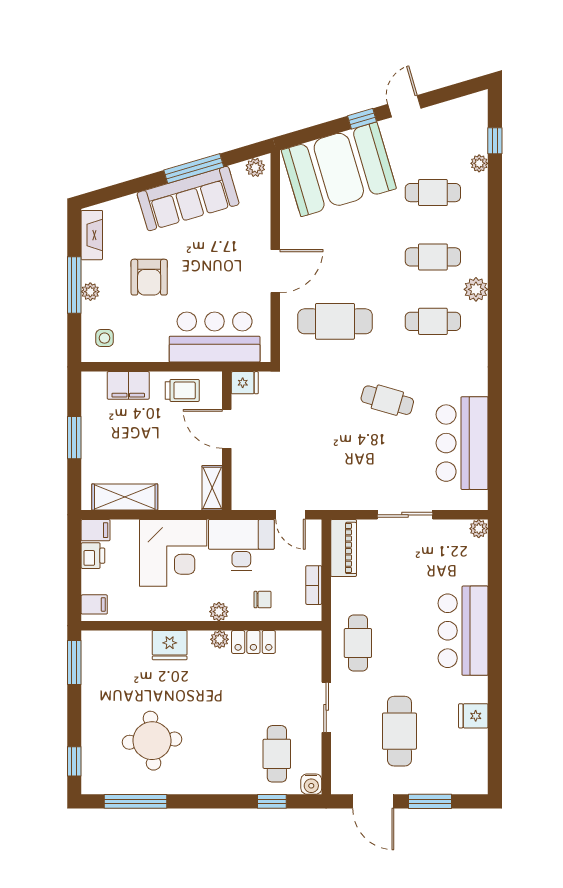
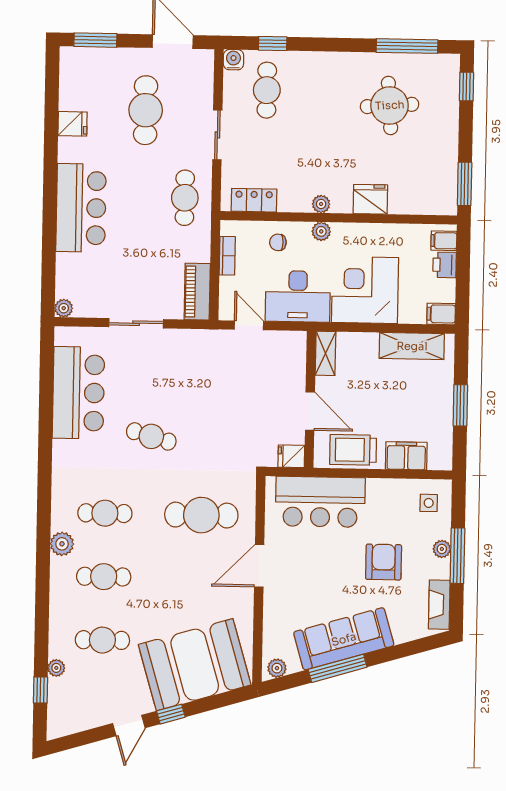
trolley: (182, 390) -> (353, 450), width x1.36, depth x1.39
printer: (93, 556) -> (445, 265), moved
locker: (253, 642) -> (254, 200), moved
window: (430, 801) -> (95, 40), moved

